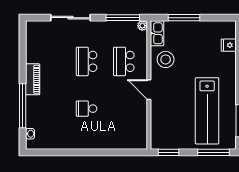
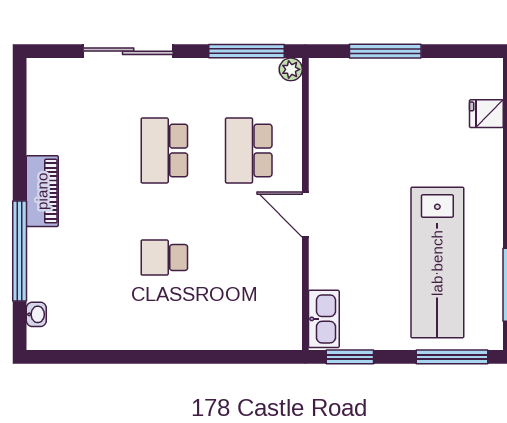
kitchen sink: (157, 33) -> (324, 319), moved
stool: (166, 59) -> (343, 146), removed

